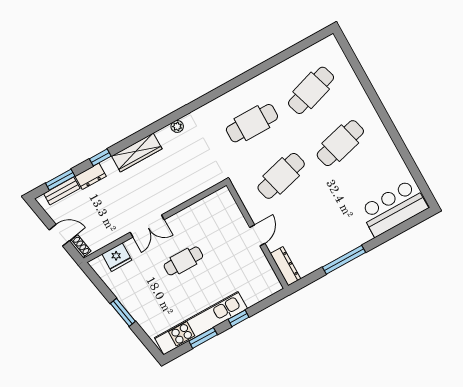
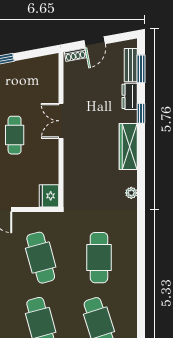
fridge: (117, 257) -> (49, 196), moved

